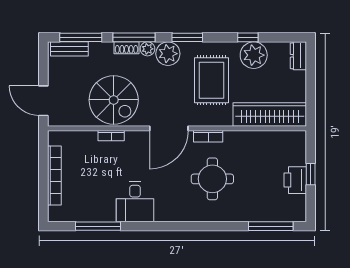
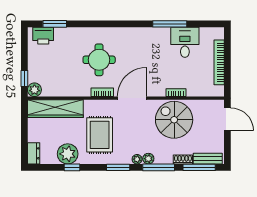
shoe rack: (127, 48) -> (183, 159), moved
plant: (168, 54) -> (137, 159), width x0.53, depth x0.53
plant: (297, 139) -> (34, 90), added
window: (311, 174) -> (24, 79), moved
printer: (295, 180) -> (43, 36), moved, turned 90
desk: (135, 202) -> (185, 42), moved
window: (98, 226) -> (170, 24), moved
window: (271, 226) -> (55, 24), width x0.69

